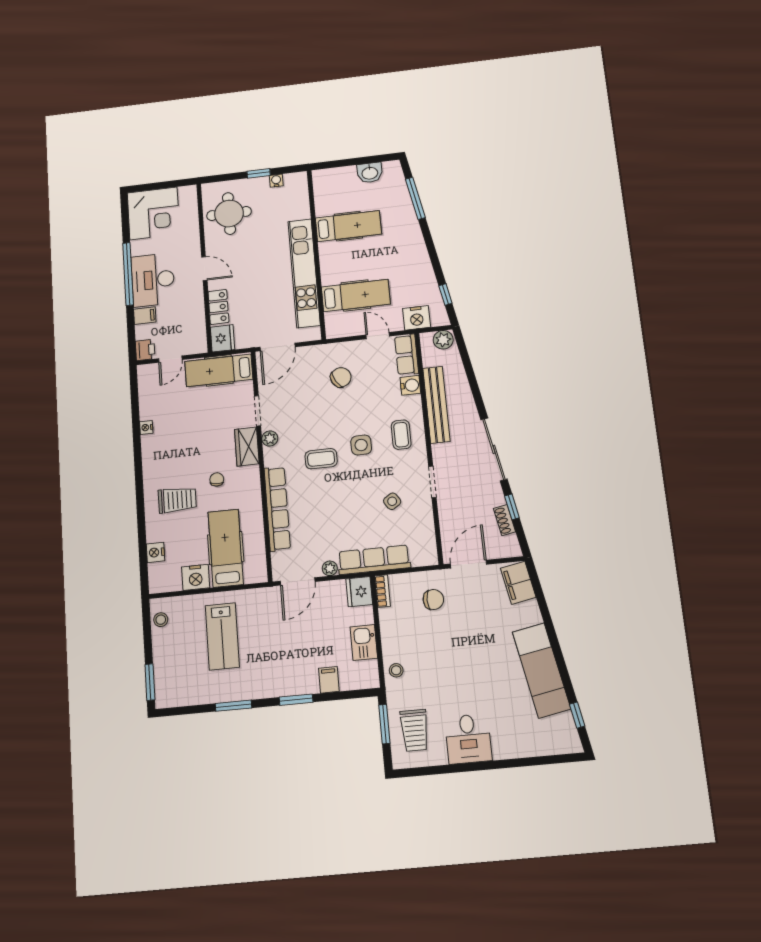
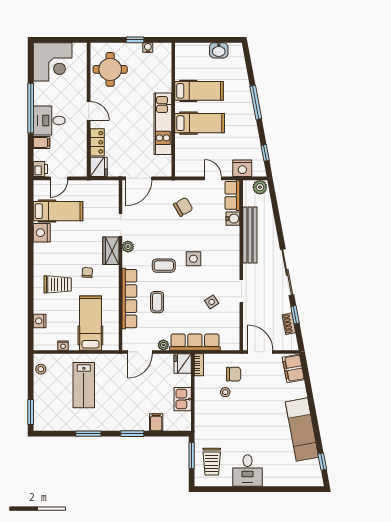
window: (415, 198) -> (256, 102), moved
kitchen unit: (304, 273) -> (163, 124), width x0.73
desk: (153, 280) -> (49, 121), width x0.73
hospital bed: (356, 295) -> (200, 123), moved
hospital bed: (219, 370) -> (58, 211), moved, turned 180
nightstand: (146, 427) -> (42, 233), width x1.89, depth x1.79
coffee table: (401, 435) -> (157, 302), moved
door: (468, 564) -> (260, 352), hinge flipped
nightstand: (196, 577) -> (63, 346), width x0.53, depth x0.56
stool: (396, 670) -> (225, 392), moved

